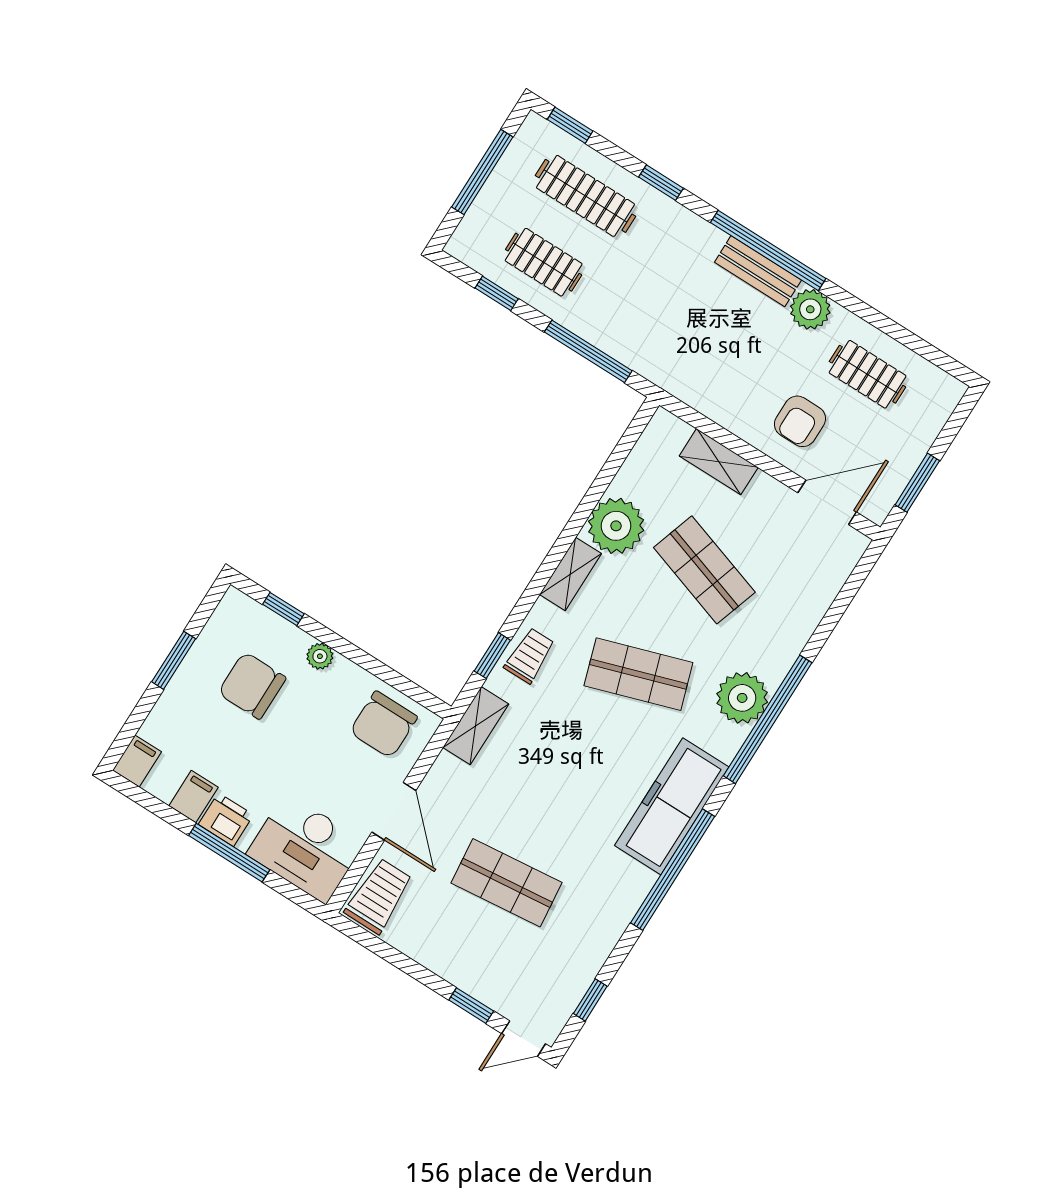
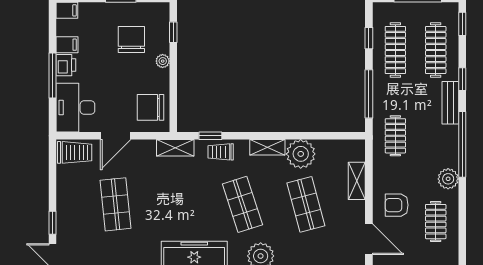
clothes rail: (544, 262) -> (395, 50), width x1.36
bench: (758, 271) -> (450, 103), moved
clothes rail: (685, 351) -> (395, 136), added
shop shelf: (704, 570) -> (306, 204), turned -33
trolley: (529, 656) -> (221, 152), turned 180

